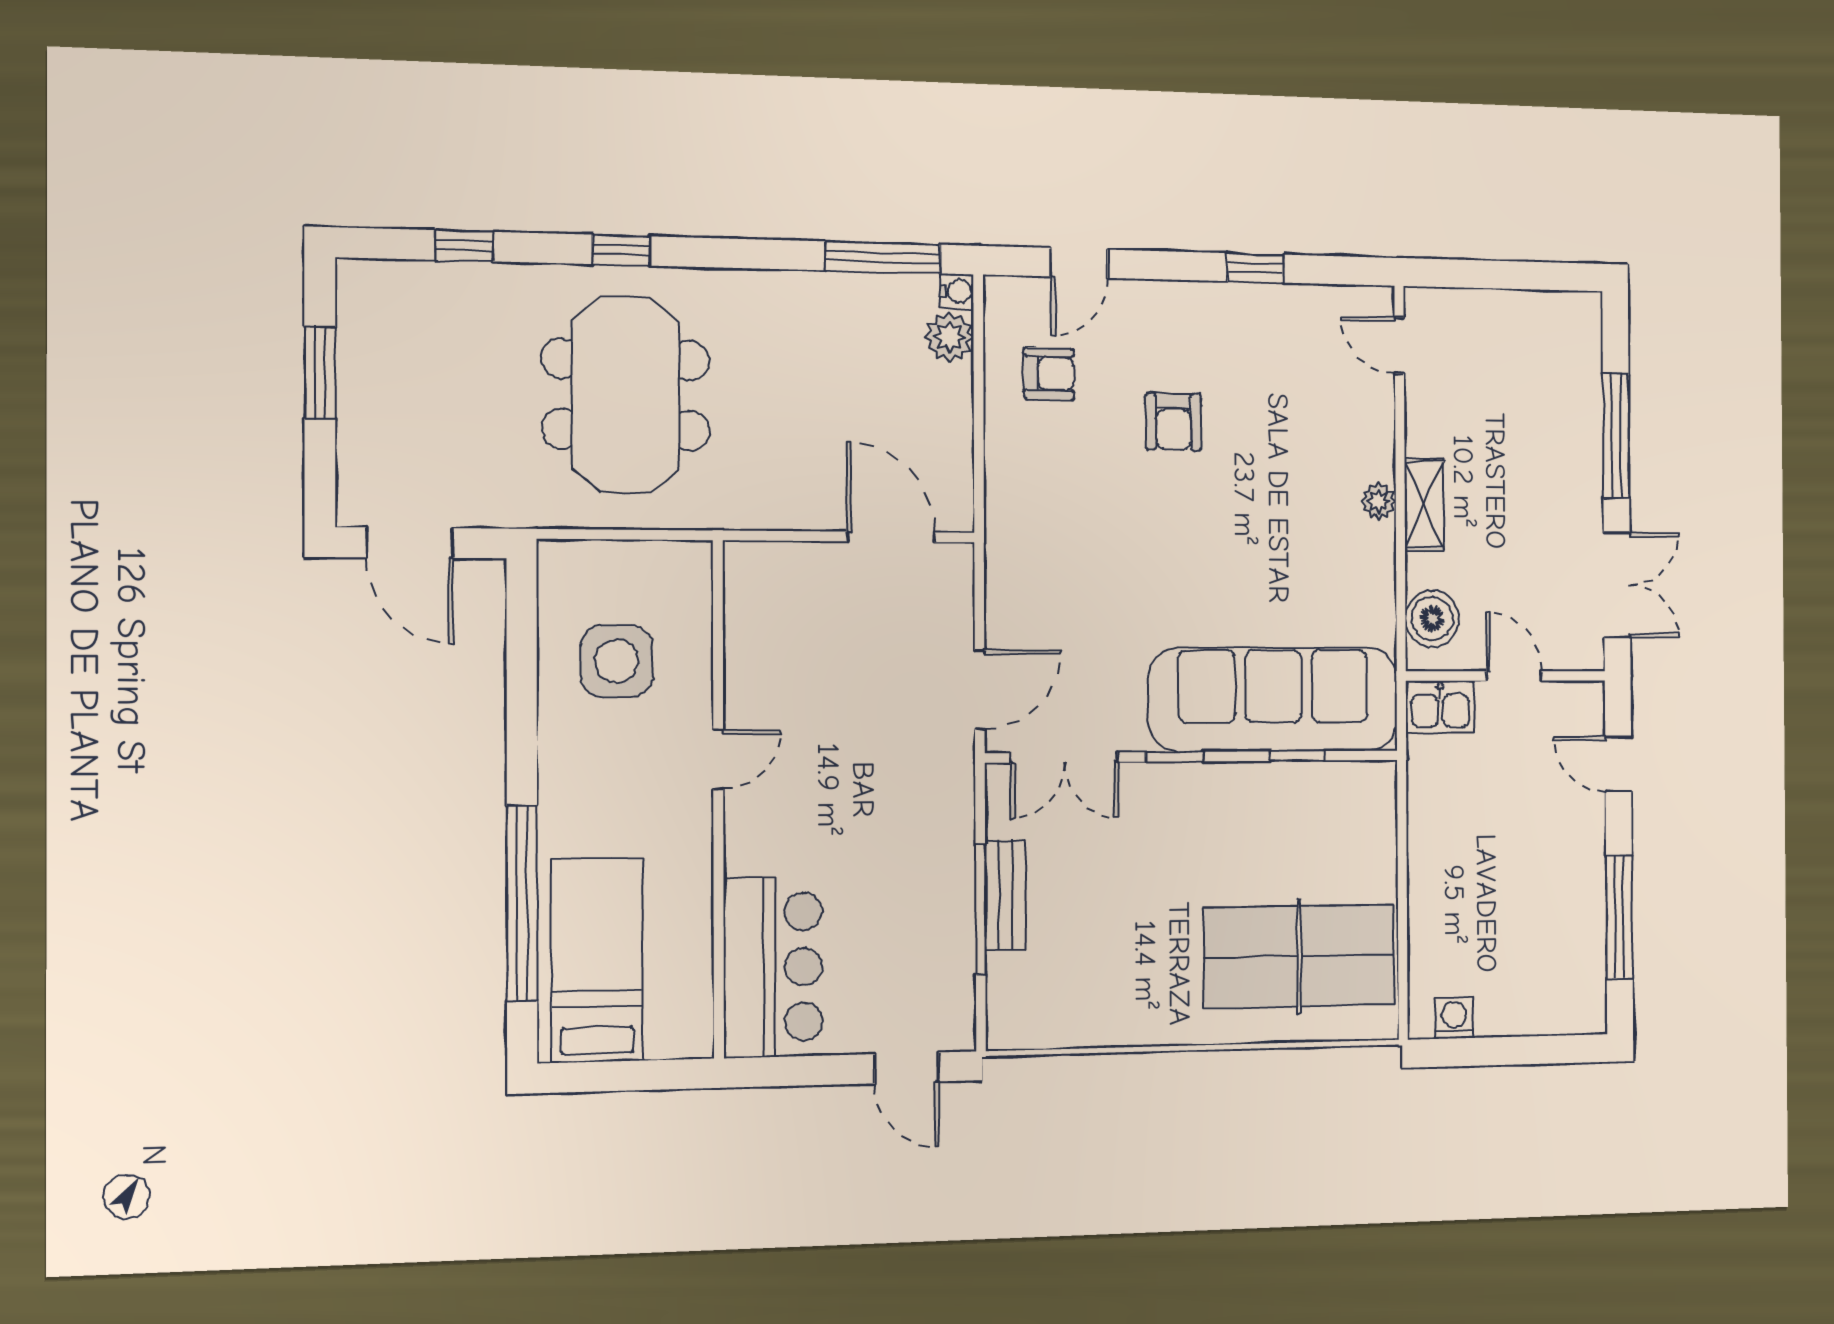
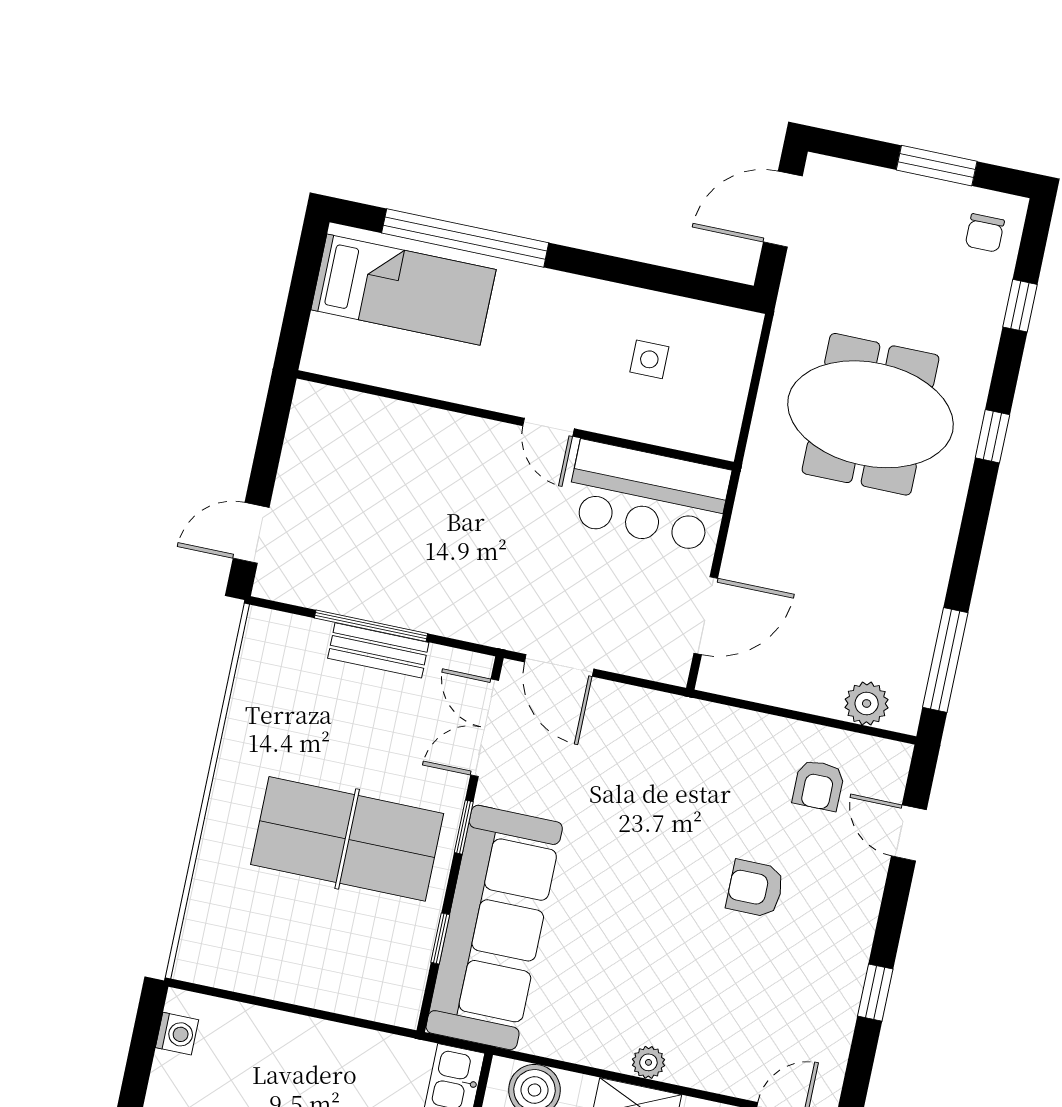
water cooler: (957, 291) -> (905, 719), removed
chair: (388, 302) -> (985, 233), added
side table: (617, 661) -> (649, 359), width x0.54, depth x0.54
table tennis table: (1299, 956) -> (347, 839), moved, turned 90
bar counter: (773, 967) -> (648, 496), moved

